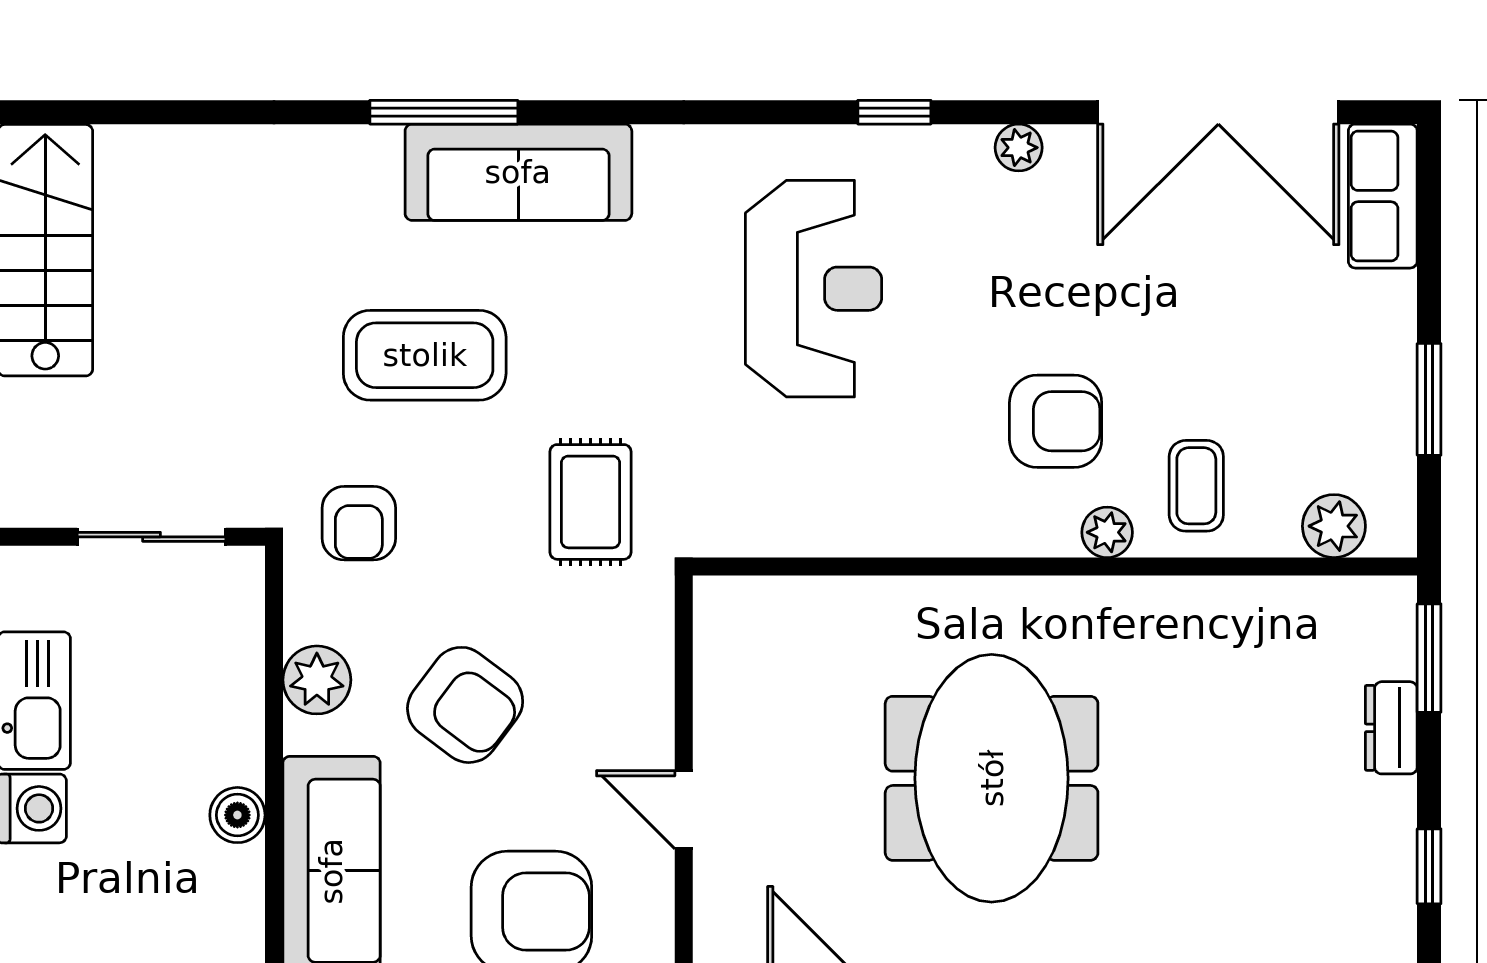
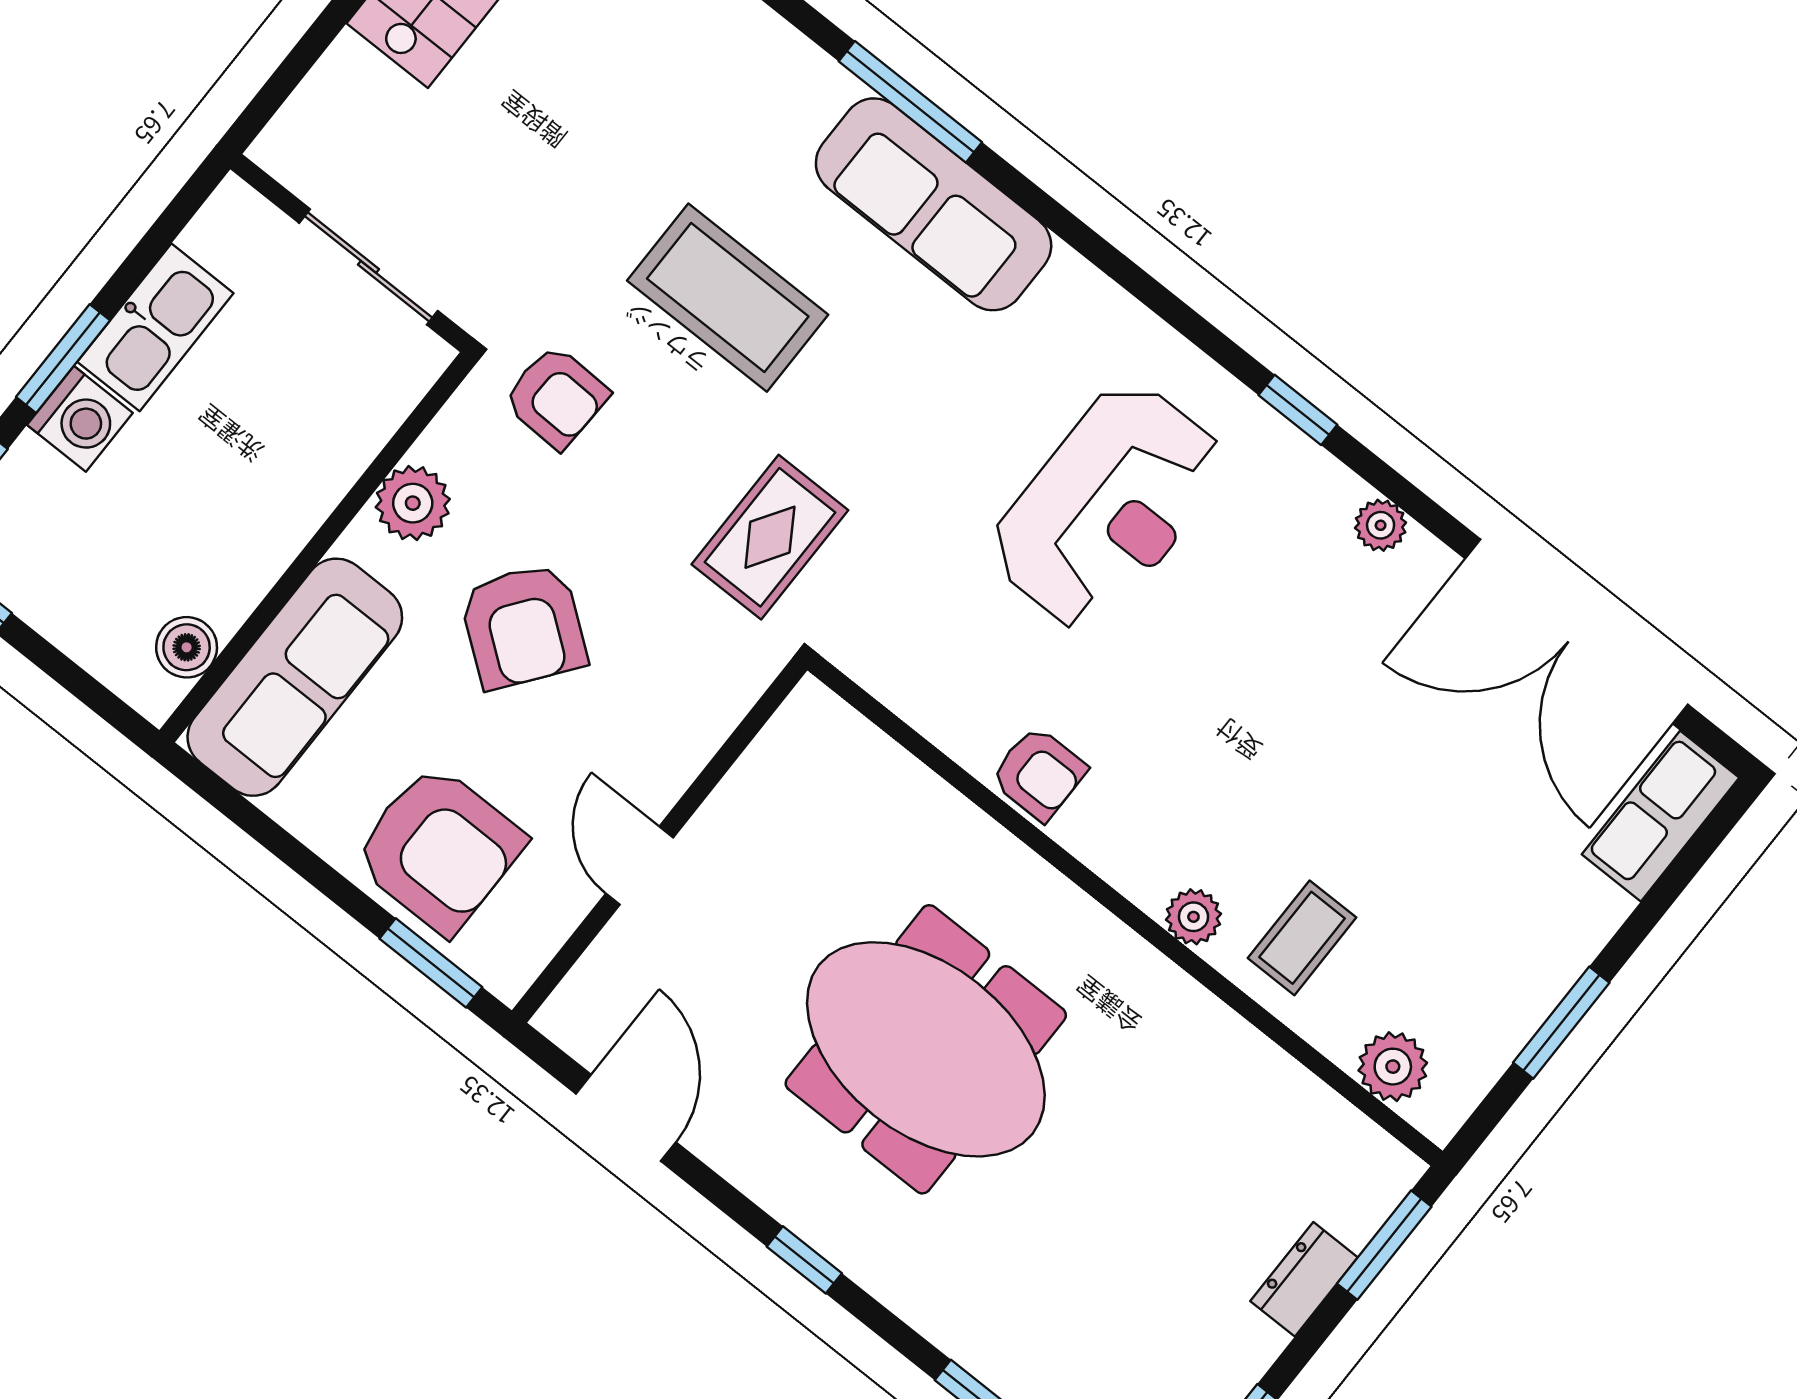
armchair: (1056, 421) -> (1039, 774), moved, width x0.72, depth x0.72
armchair: (359, 523) -> (556, 397), turned -88
meeting table: (992, 778) -> (926, 1049), turned 90
boiler: (237, 815) -> (187, 647), moved

